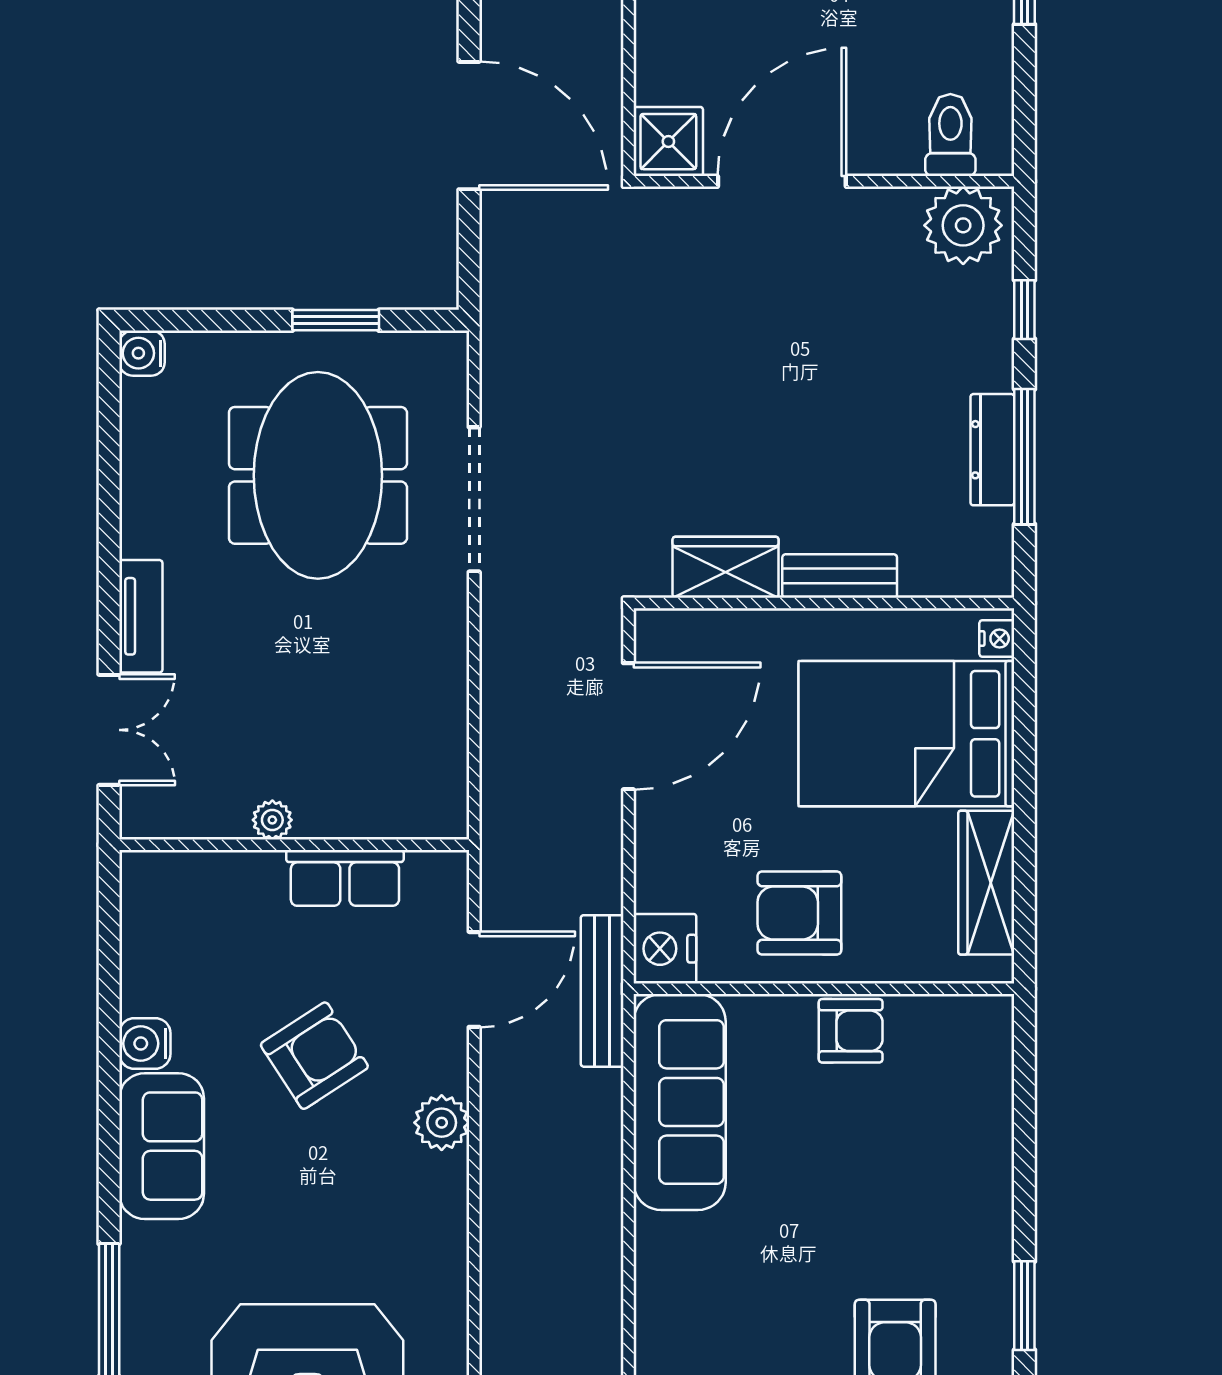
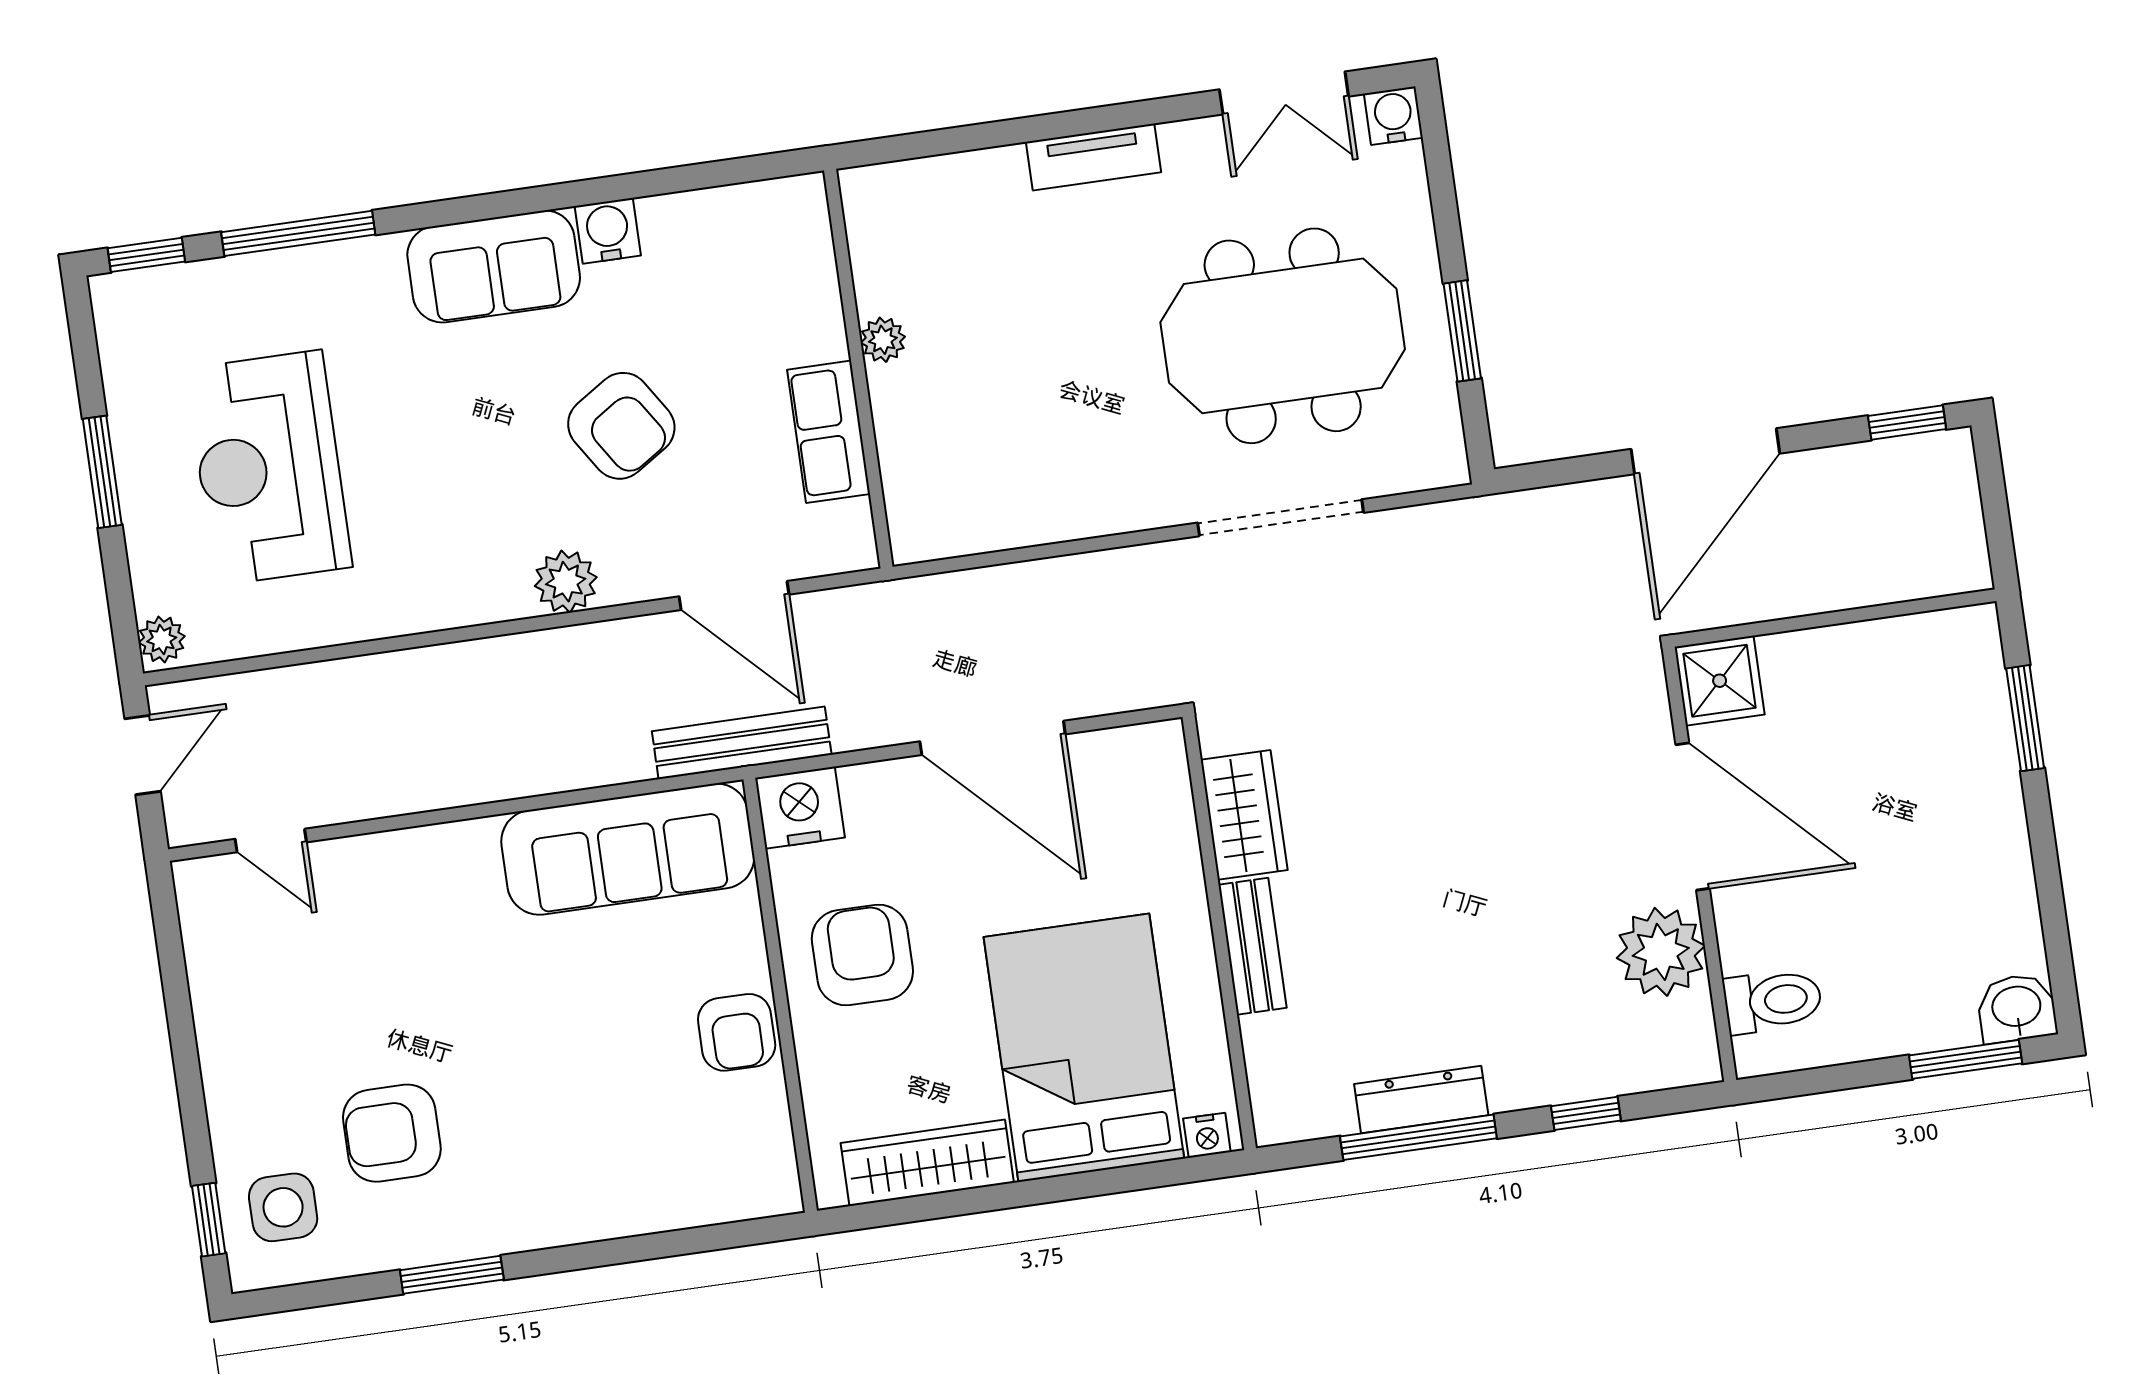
plant: (963, 225) -> (1661, 952), moved
door: (628, 726) -> (993, 738), moved
double door: (109, 730) -> (1284, 93), moved

